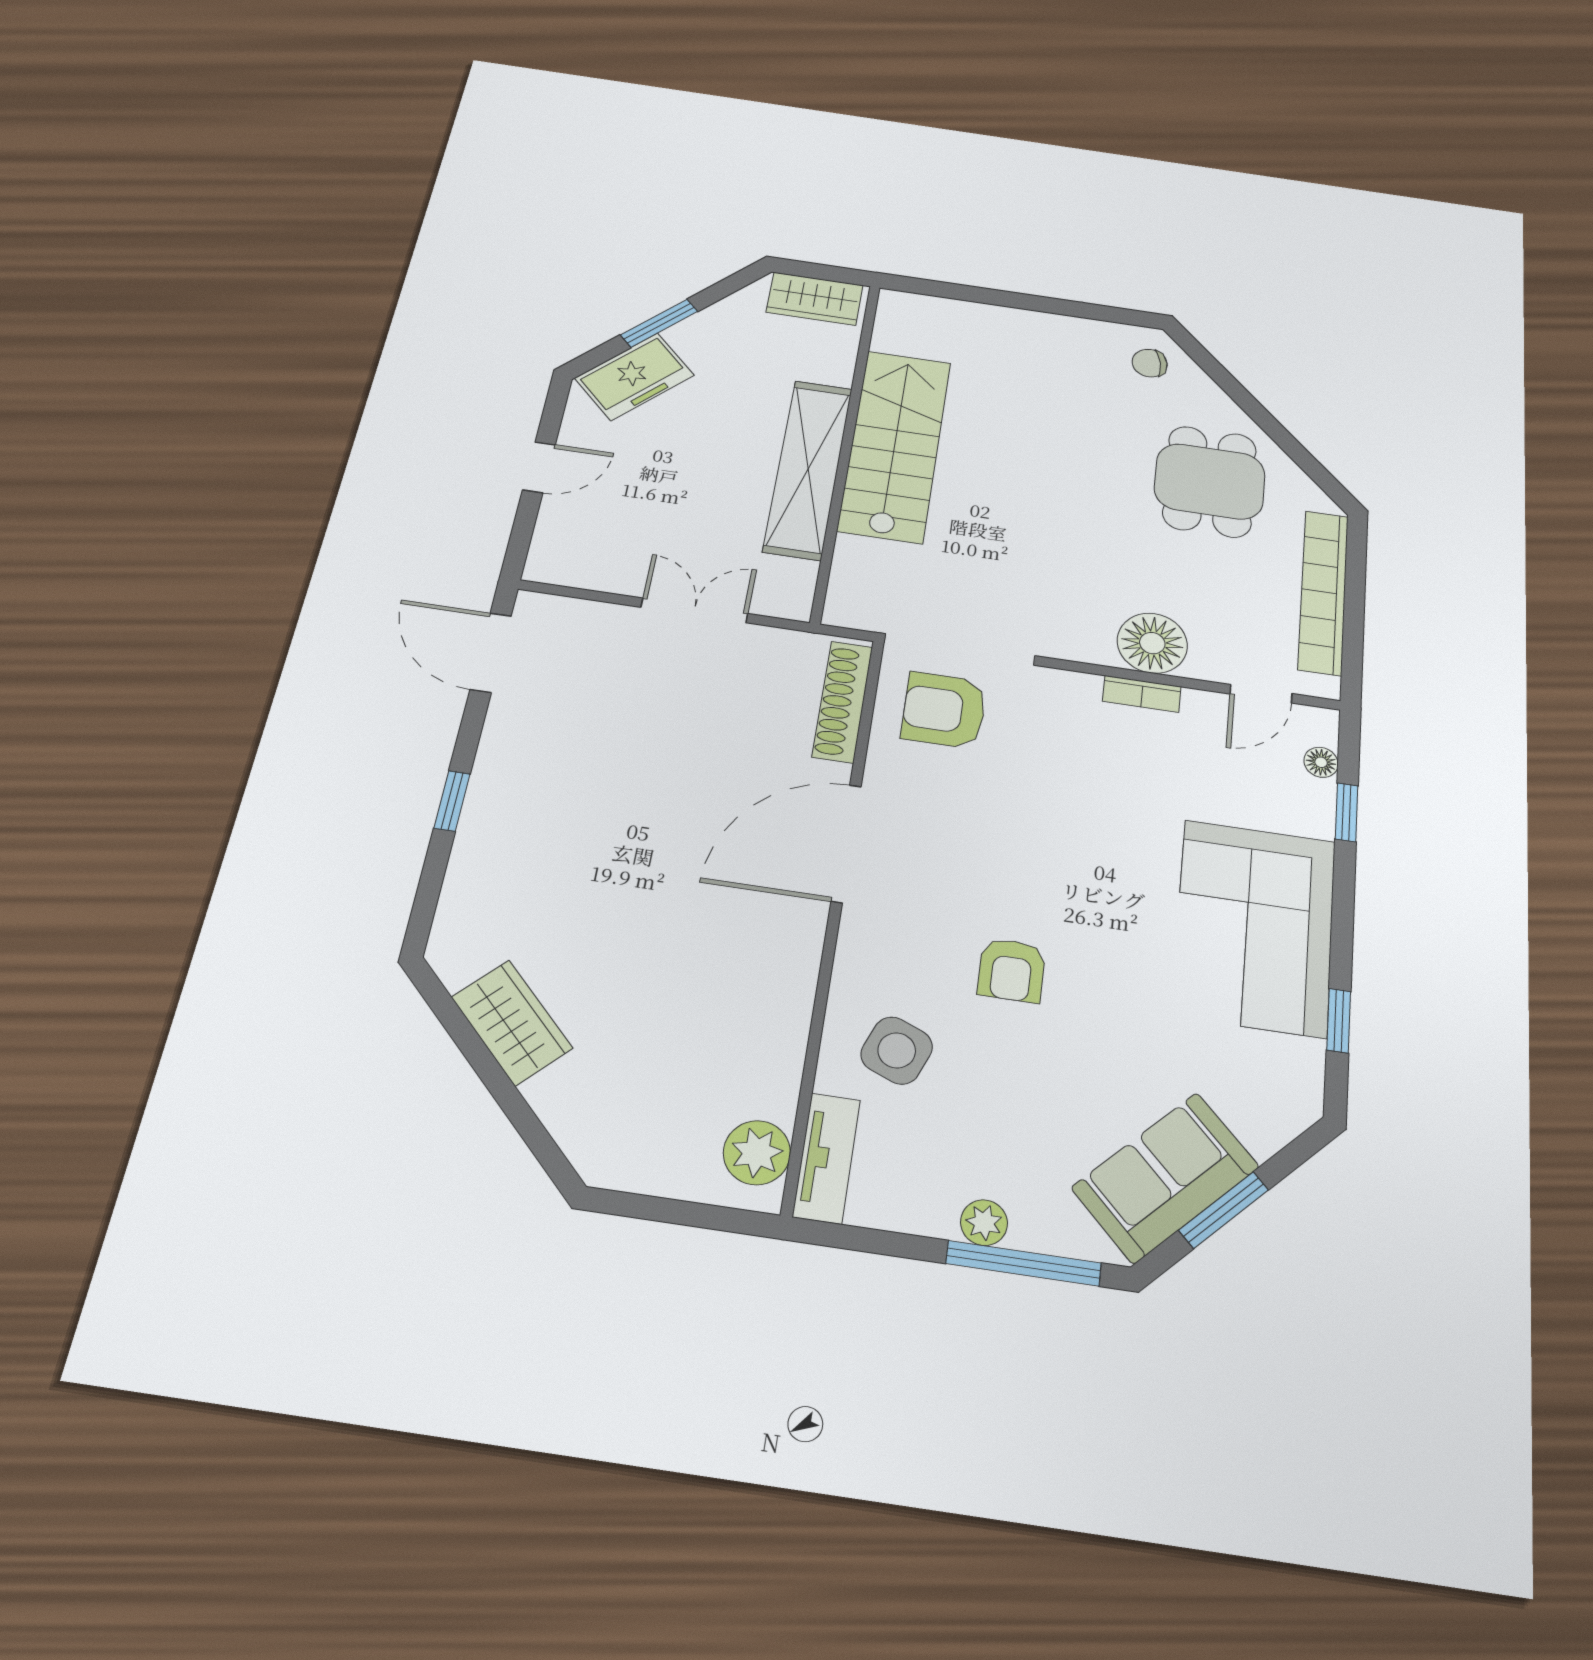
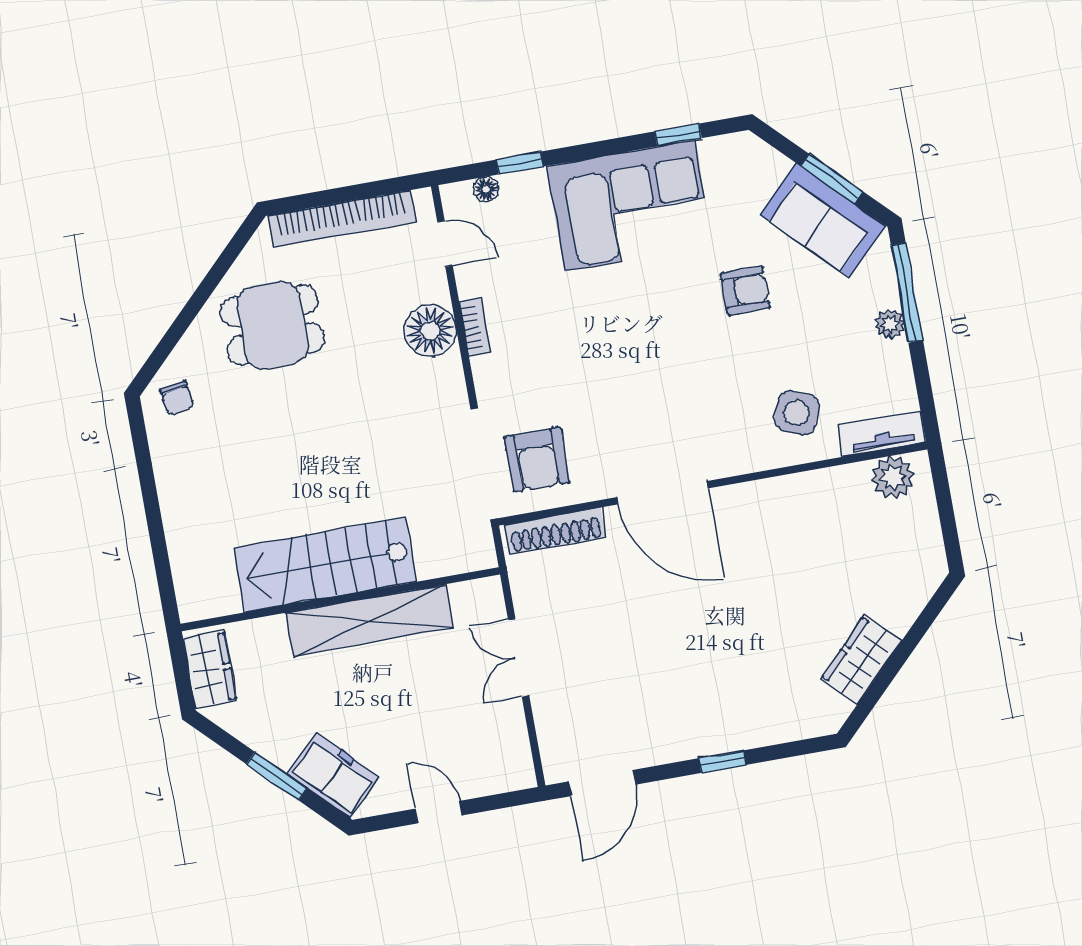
armchair: (1012, 970) -> (745, 291), moved

